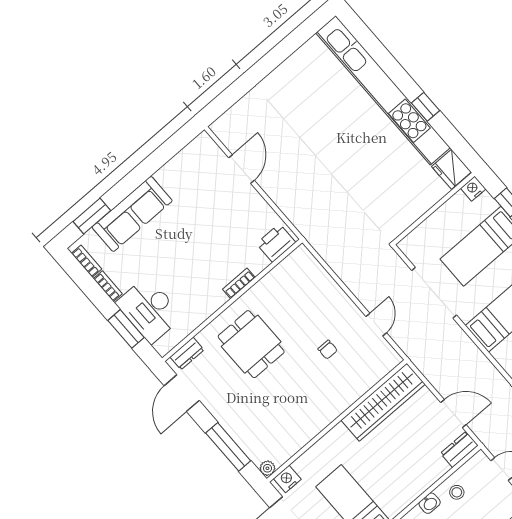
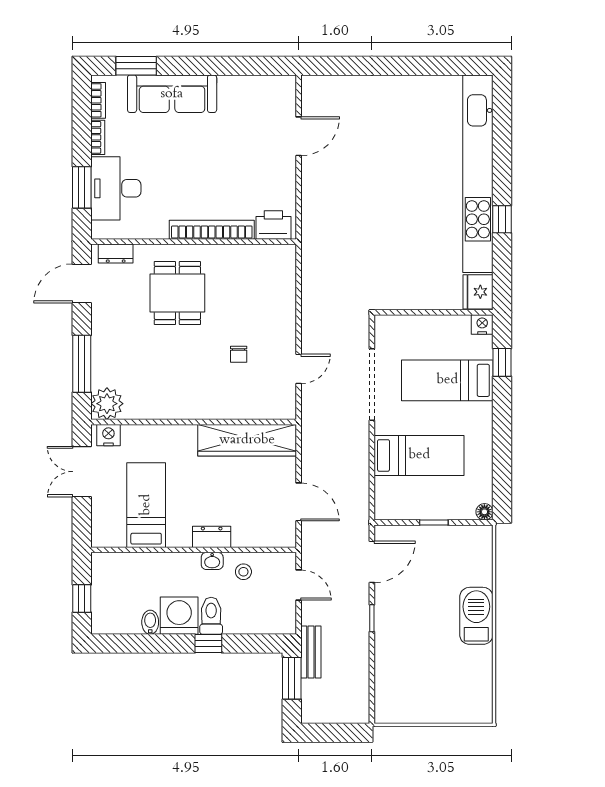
bookcase: (239, 283) -> (212, 230), width x2.31, depth x1.31
dresser: (459, 449) -> (212, 537), moved
plant: (267, 468) -> (107, 404), width x1.88, depth x1.88

